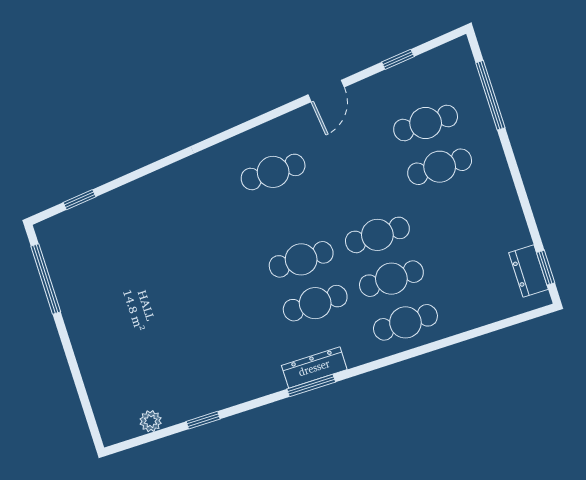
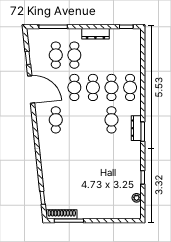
door: (326, 91) -> (31, 89), width x1.87
shoe rack: (55, 257) -> (62, 214), added
cafe table: (301, 259) -> (74, 87), moved
dresser: (529, 271) -> (95, 34), moved, width x1.44

